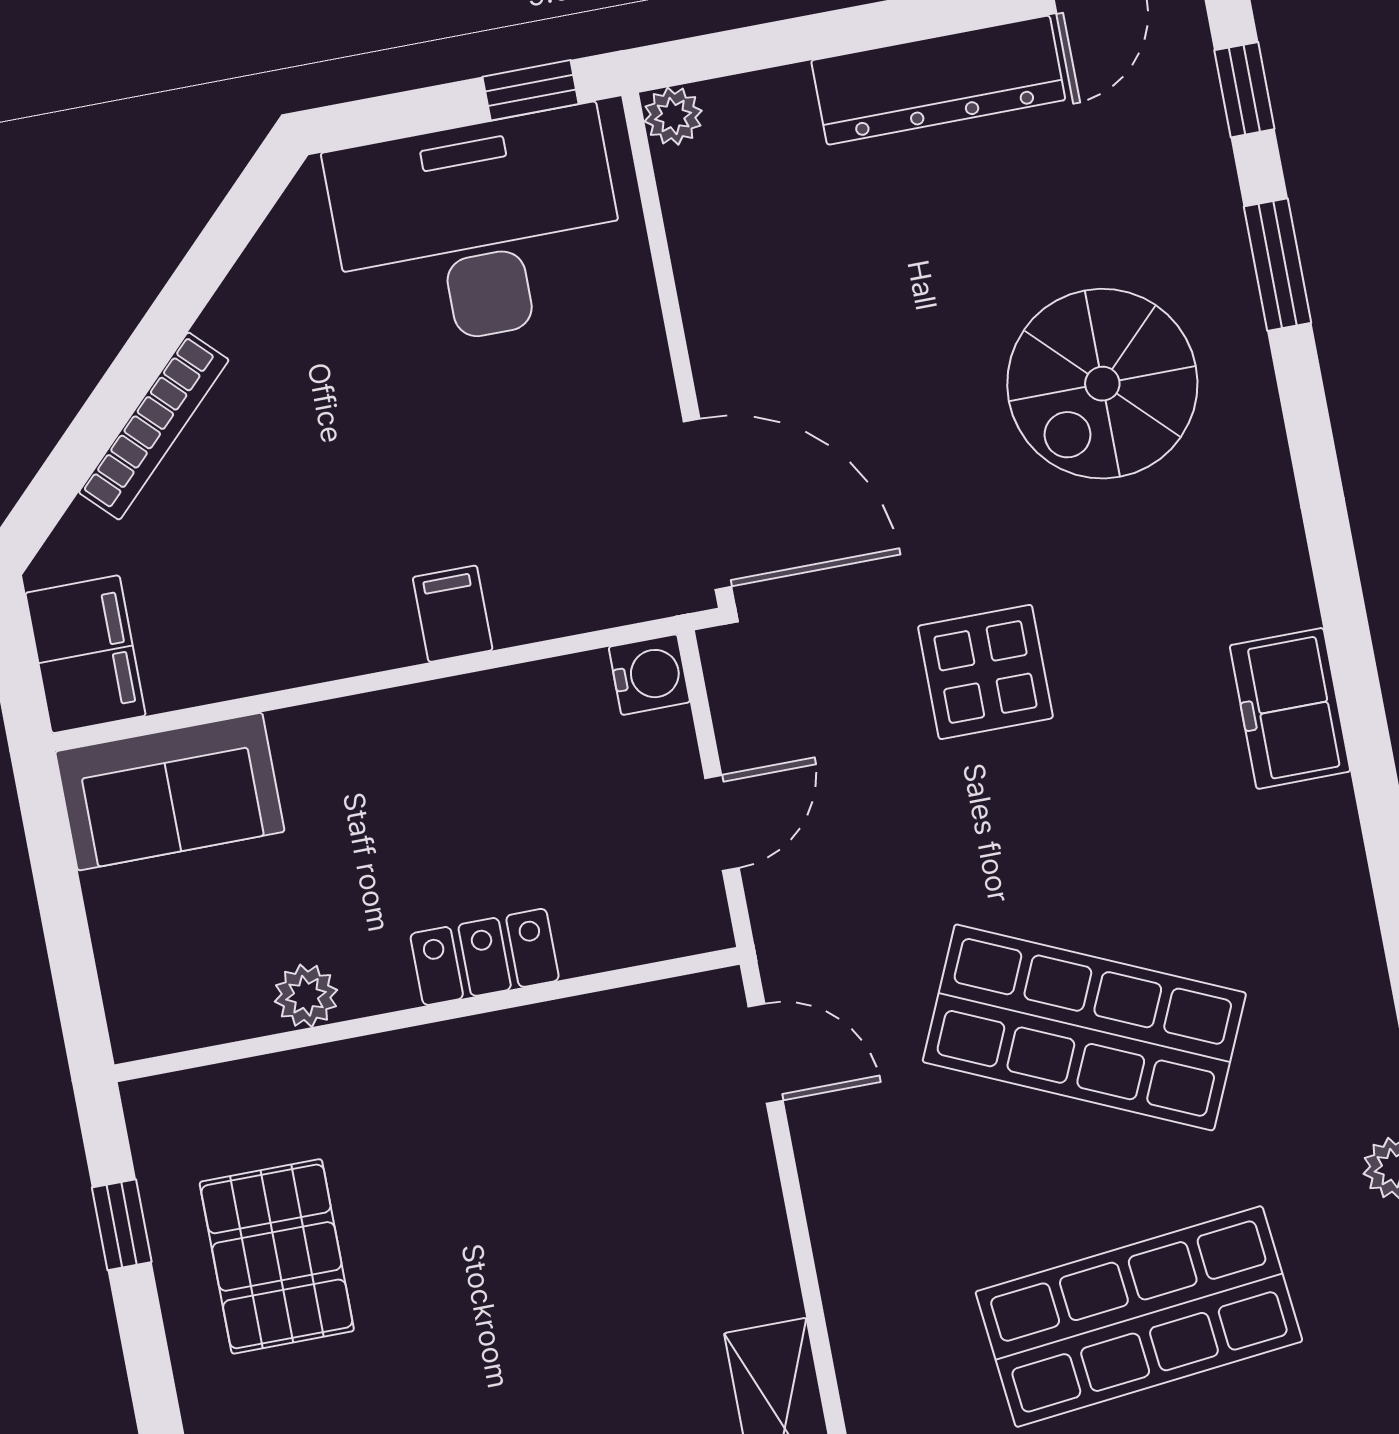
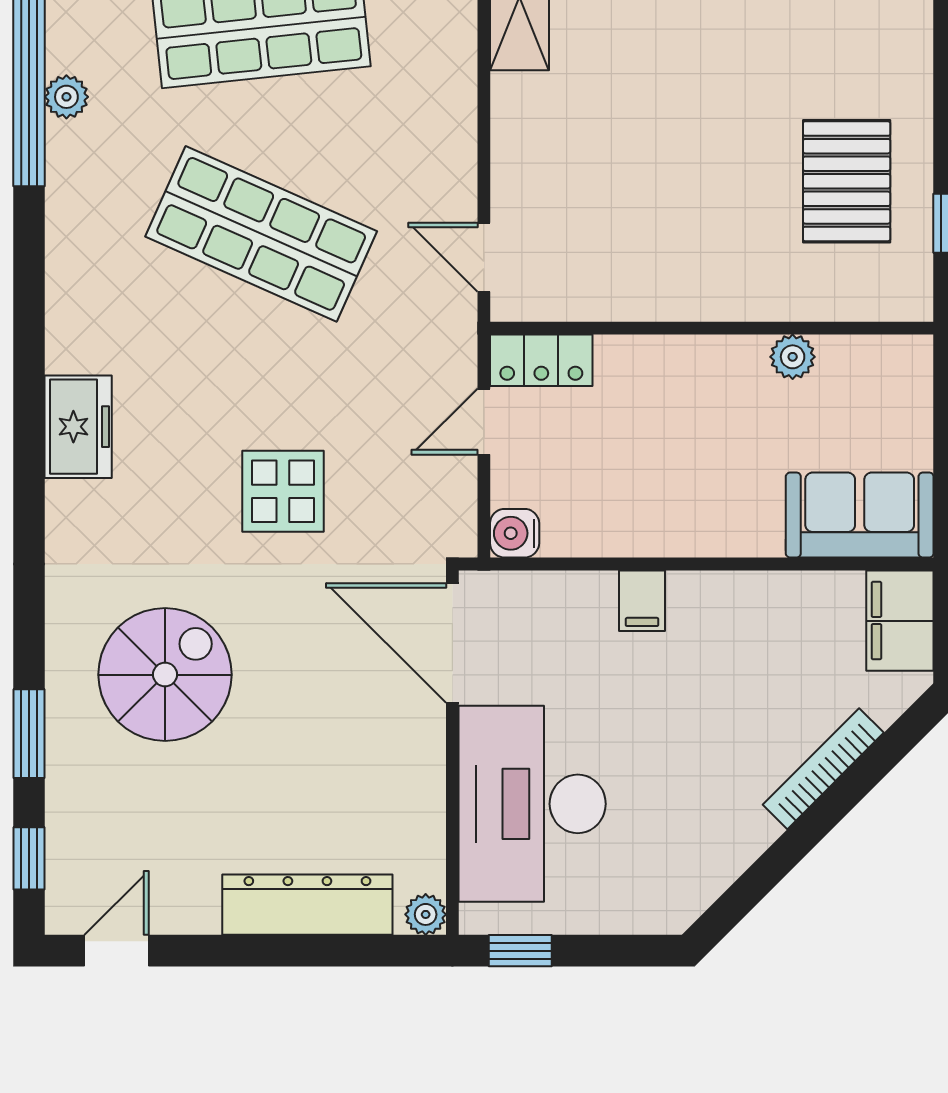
dresser: (938, 80) -> (307, 905), moved
desk: (478, 230) -> (532, 804), moved, turned 90
locker: (485, 957) -> (541, 360), moved

